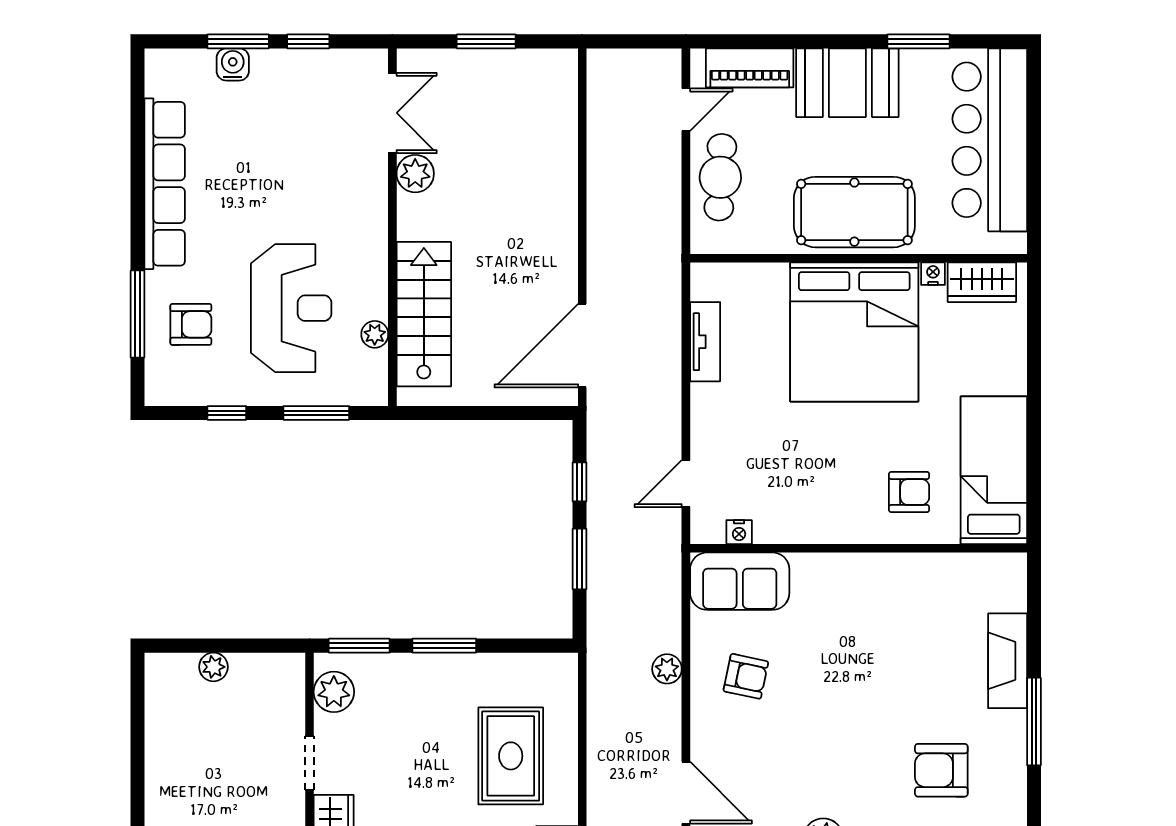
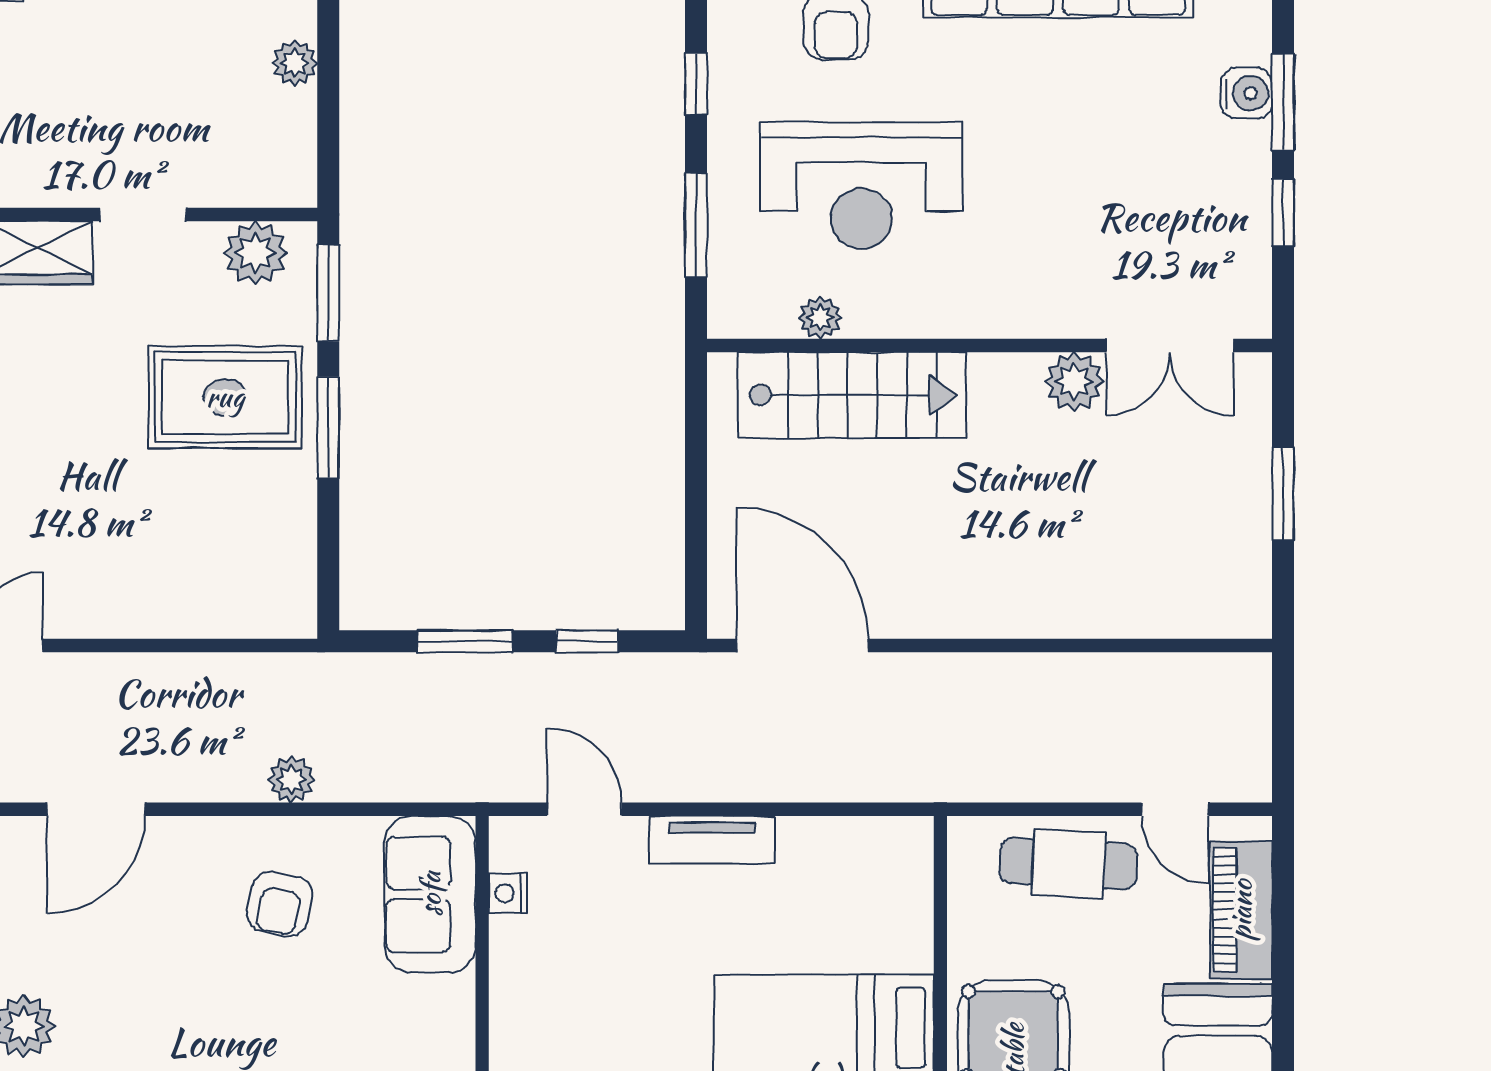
tv unit: (705, 342) -> (712, 840), moved
rug: (511, 756) -> (225, 397), moved

